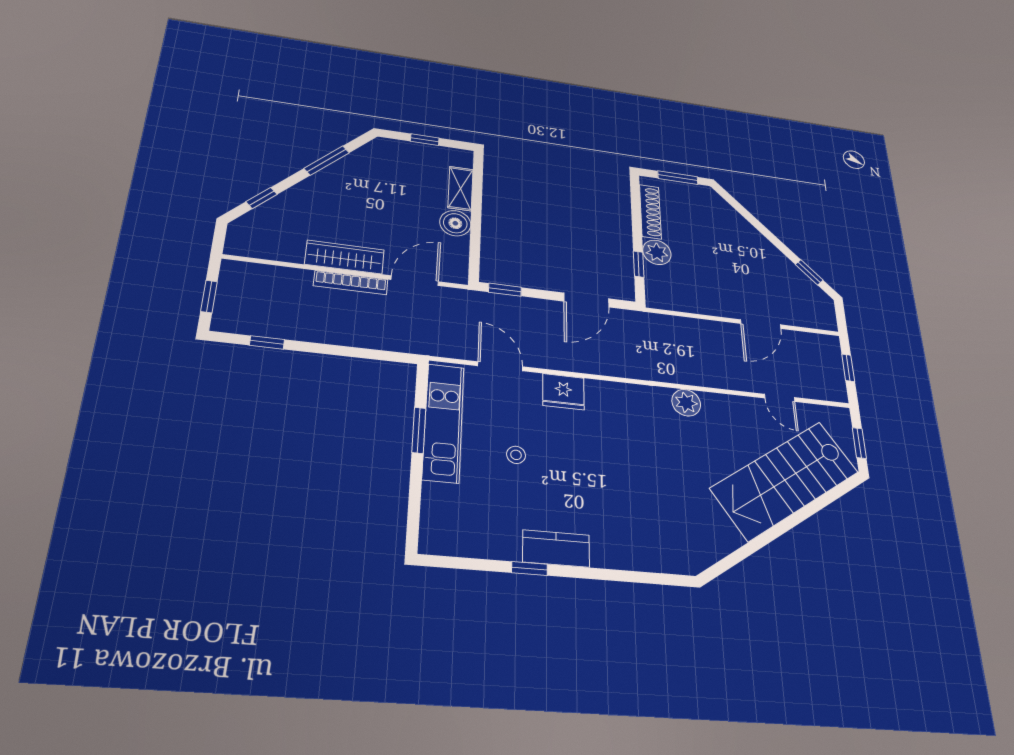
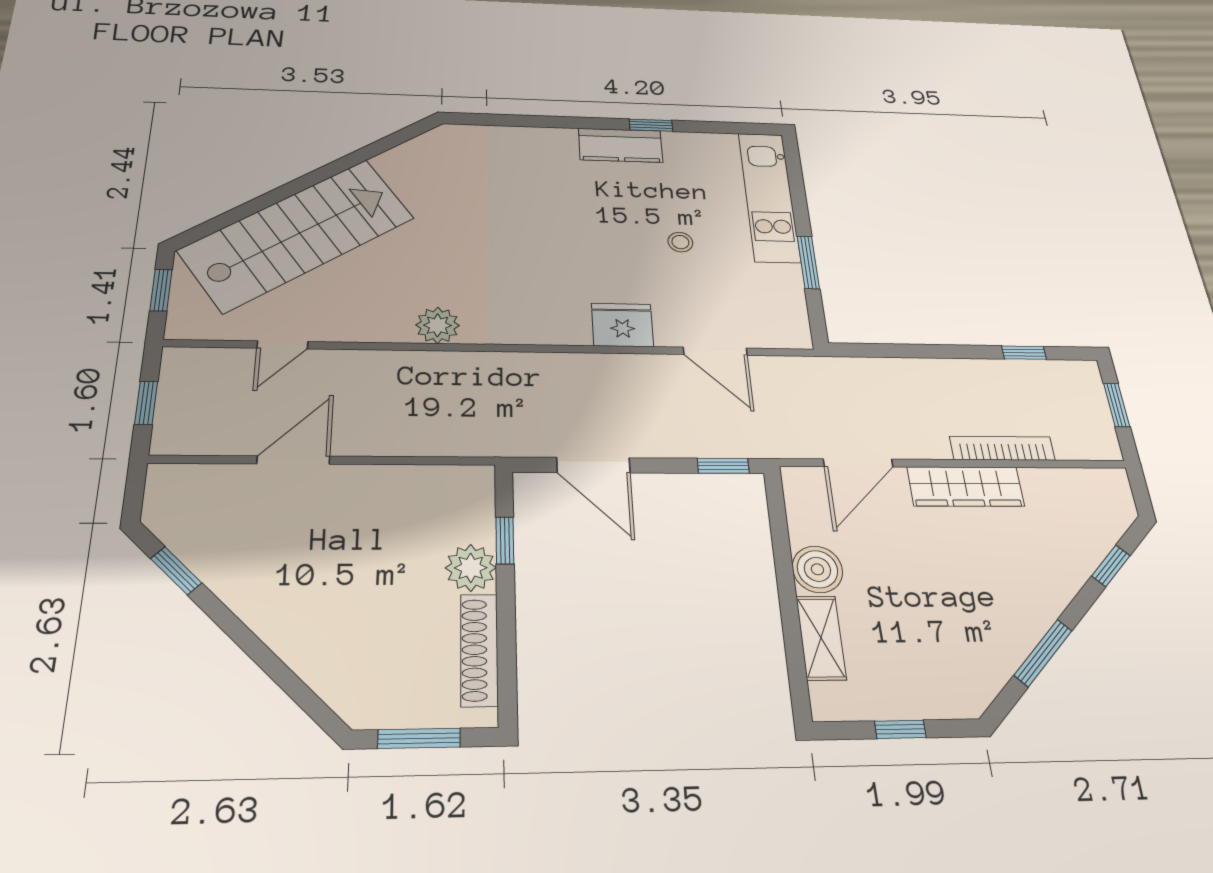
bookcase: (351, 283) -> (1002, 448), moved
door: (586, 300) -> (593, 465), swing flipped
door: (780, 398) -> (283, 345), swing flipped
kitchen unit: (443, 422) -> (769, 197), moved

